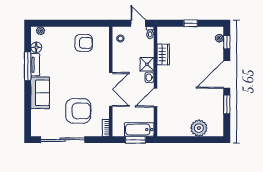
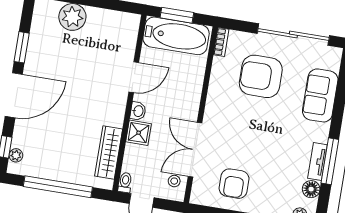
window: (191, 23) -> (58, 187), width x3.17
armchair: (84, 43) -> (234, 184), turned -90
wardrobe: (163, 54) -> (109, 153), width x1.50
double door: (111, 89) -> (195, 150), moved
sofa: (40, 93) -> (320, 95), moved
bathtub: (139, 130) -> (176, 36), width x1.36, depth x1.36

